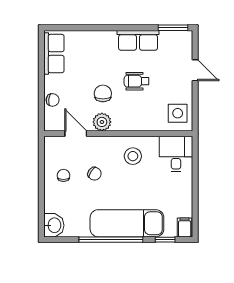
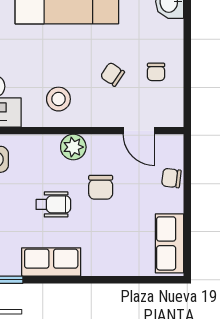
plant: (102, 122) -> (73, 147), moved

